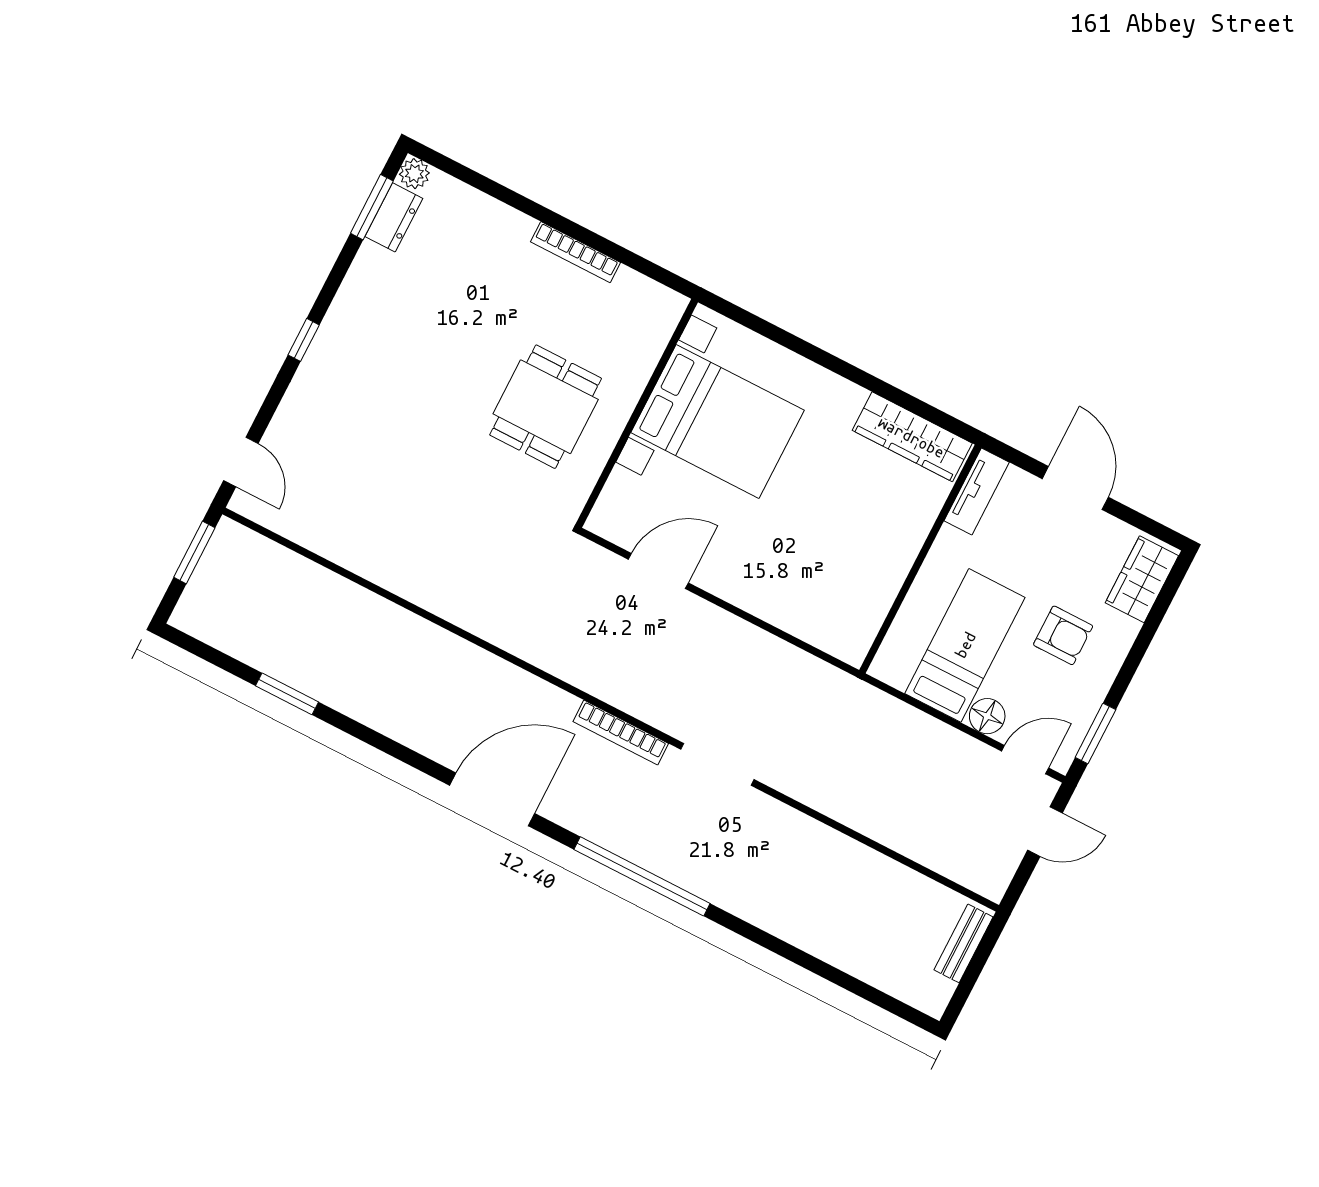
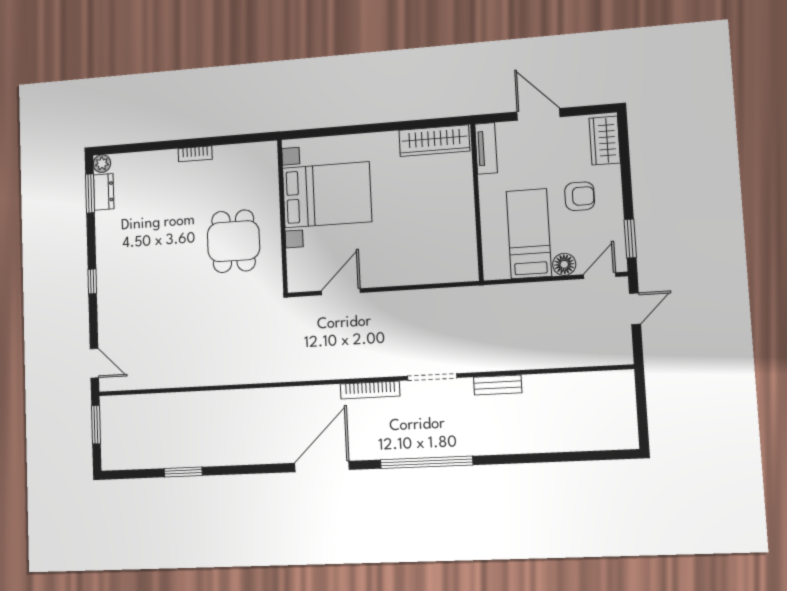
bookcase: (575, 252) -> (195, 154), width x0.64
bench: (963, 943) -> (498, 385), moved, turned 90

